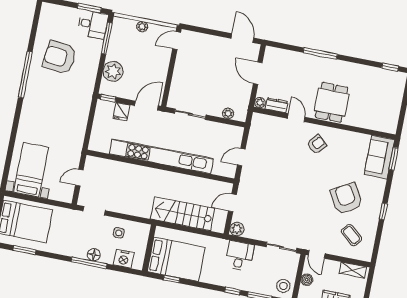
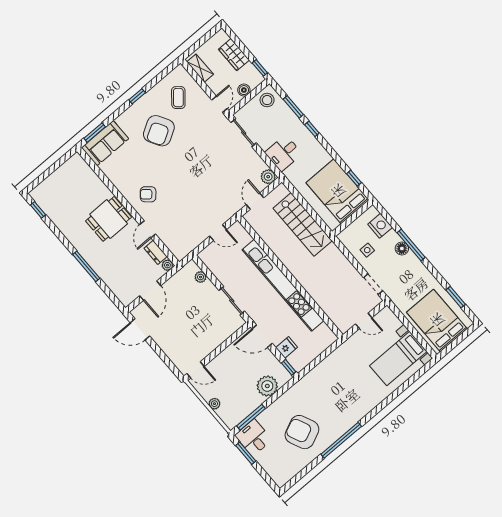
door: (242, 38) -> (140, 329), hinge flipped
armchair: (60, 57) -> (302, 432), turned 150
door: (232, 203) -> (255, 201), swing flipped

